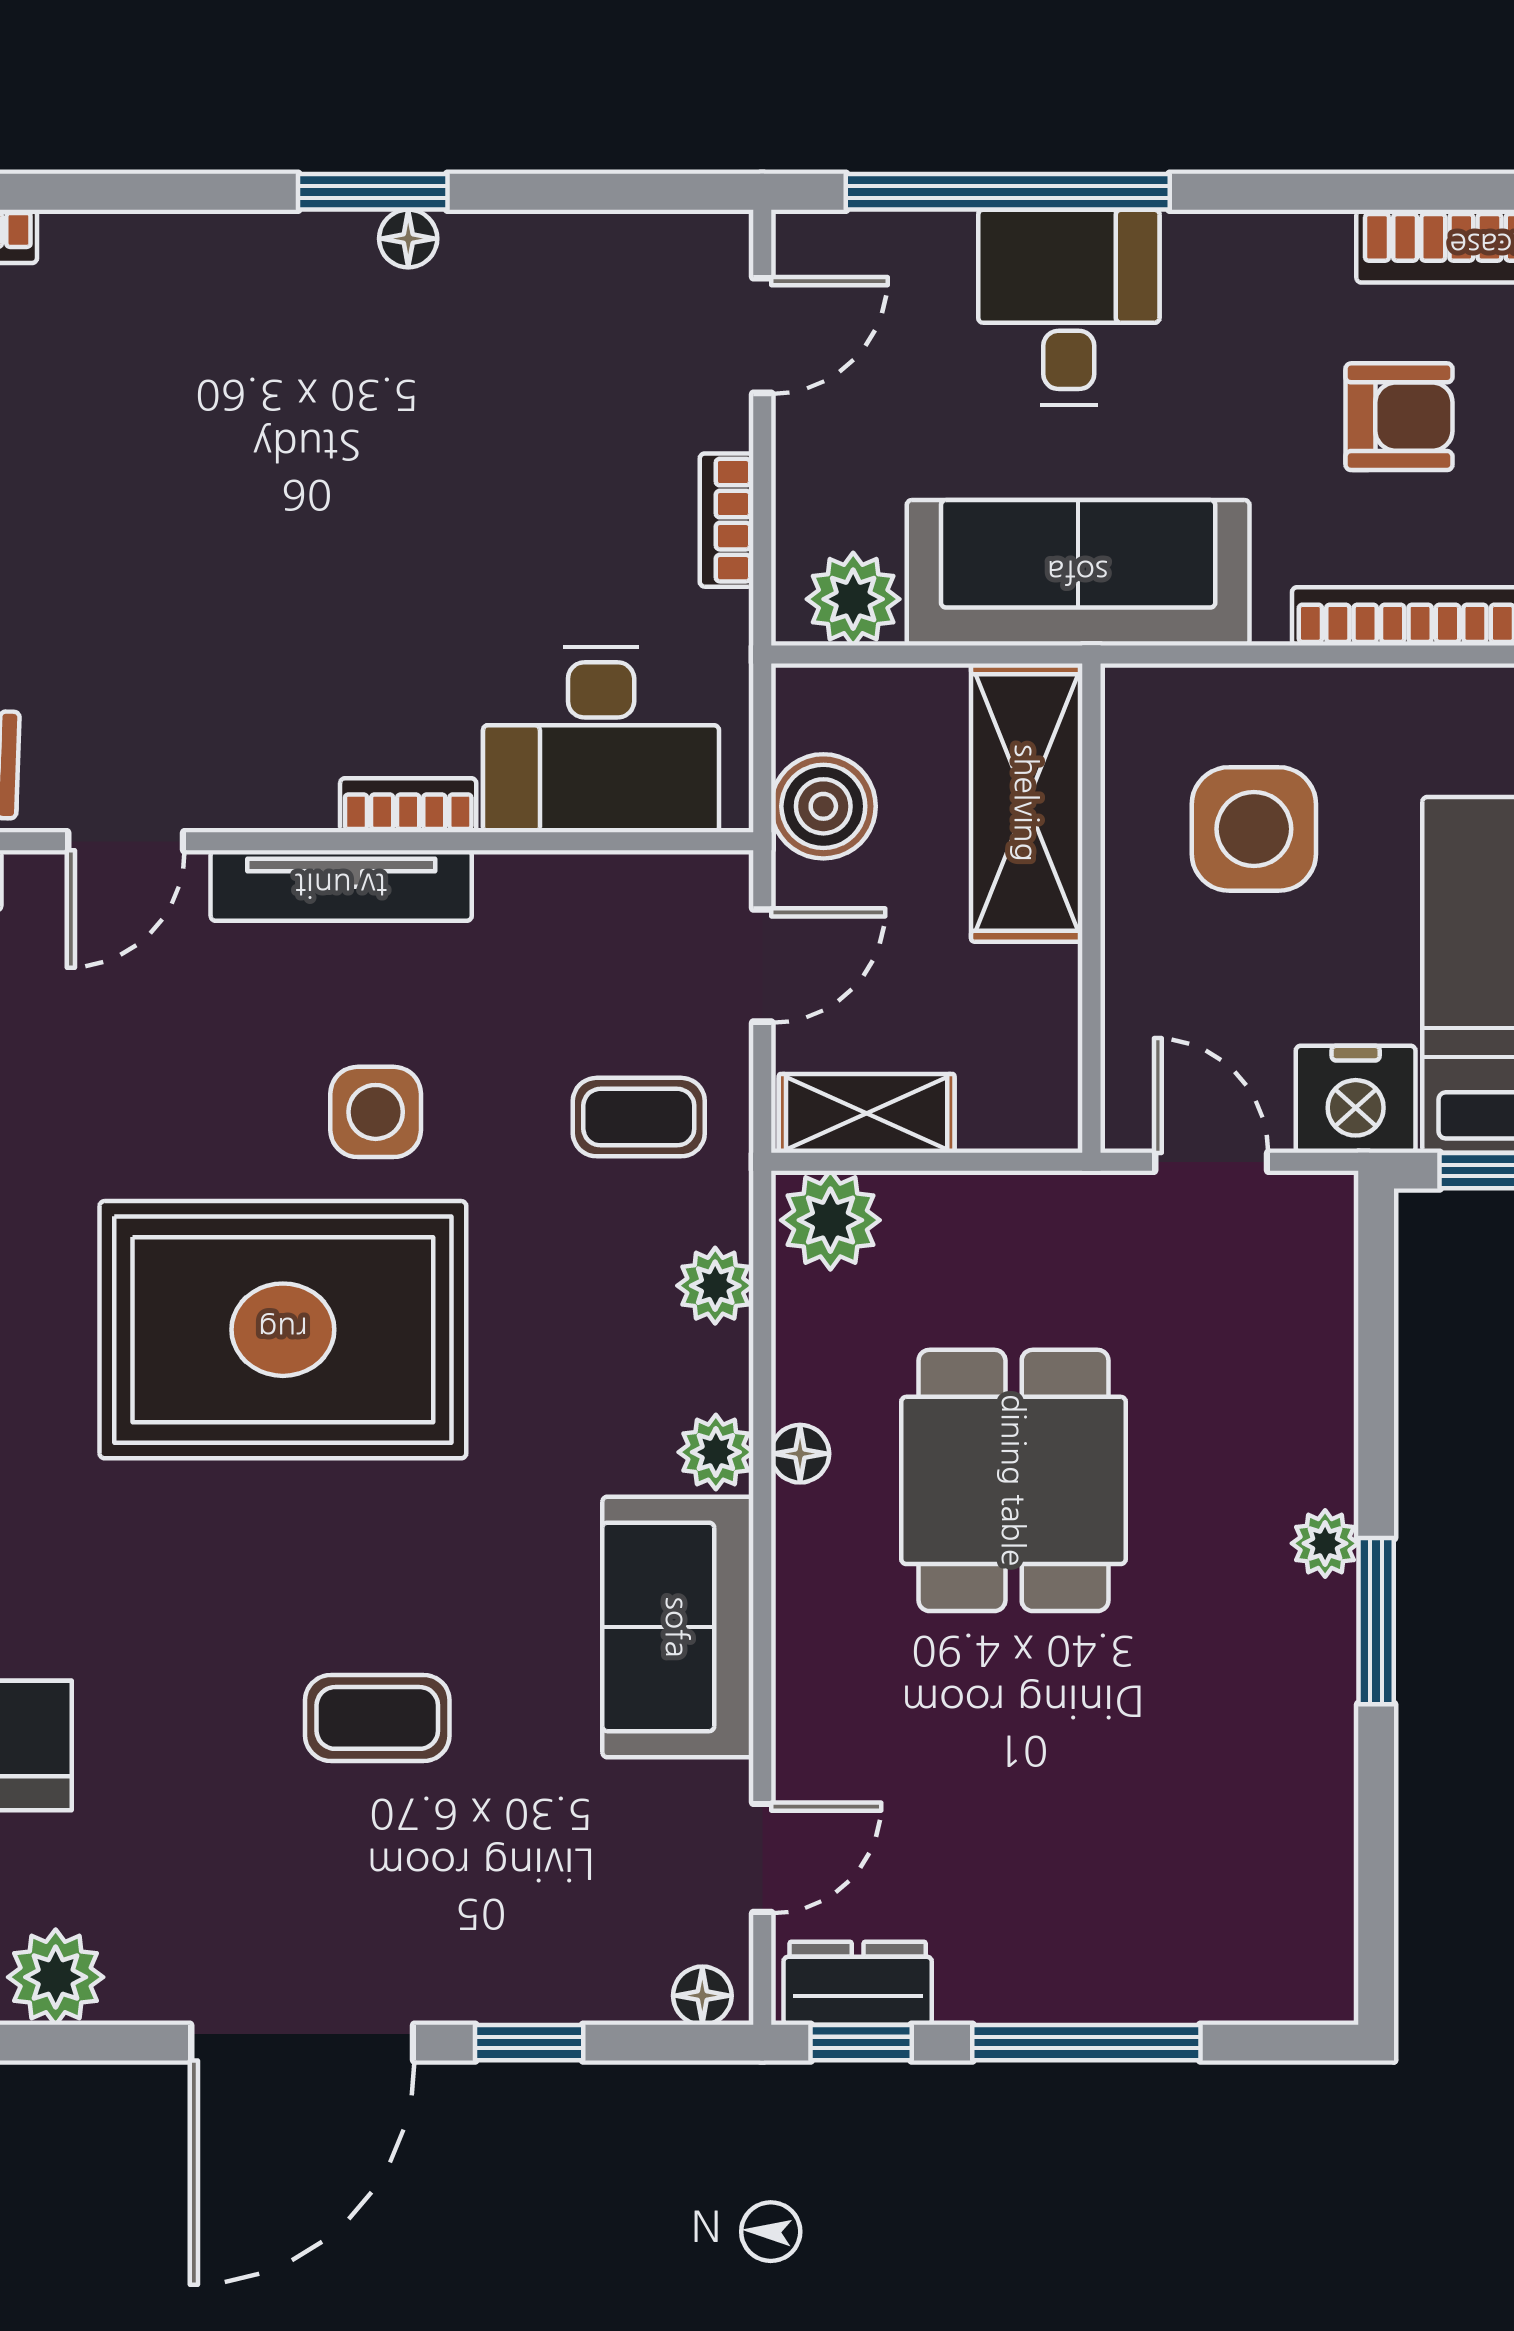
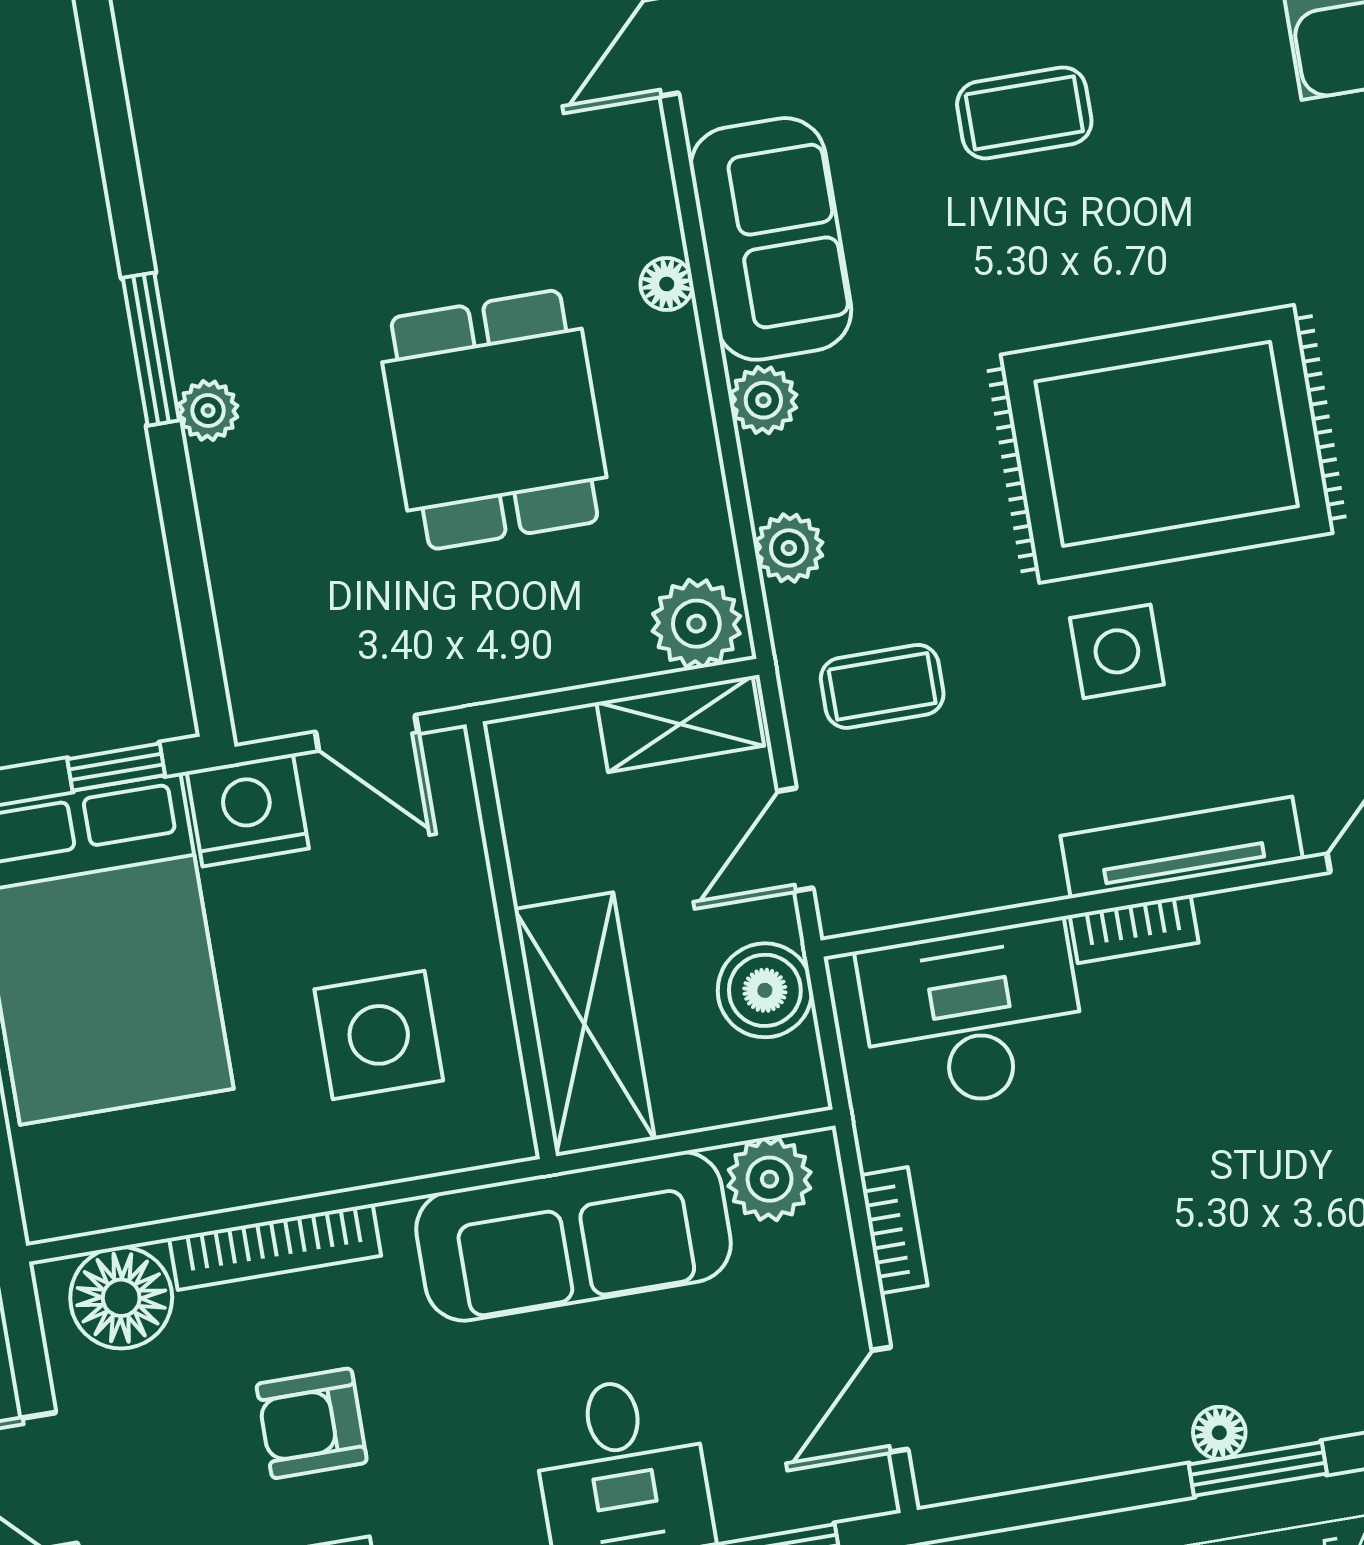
floor lamp: (800, 1454) -> (667, 284), moved

